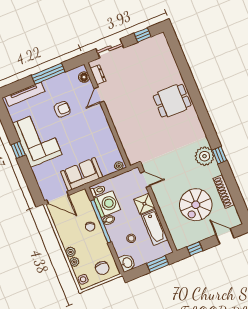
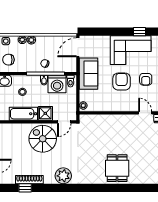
armchair: (75, 135) -> (122, 82), added
window: (18, 150) -> (139, 32), moved
window: (220, 155) -> (25, 188), moved
spiral stairs: (196, 205) -> (43, 139), moved

